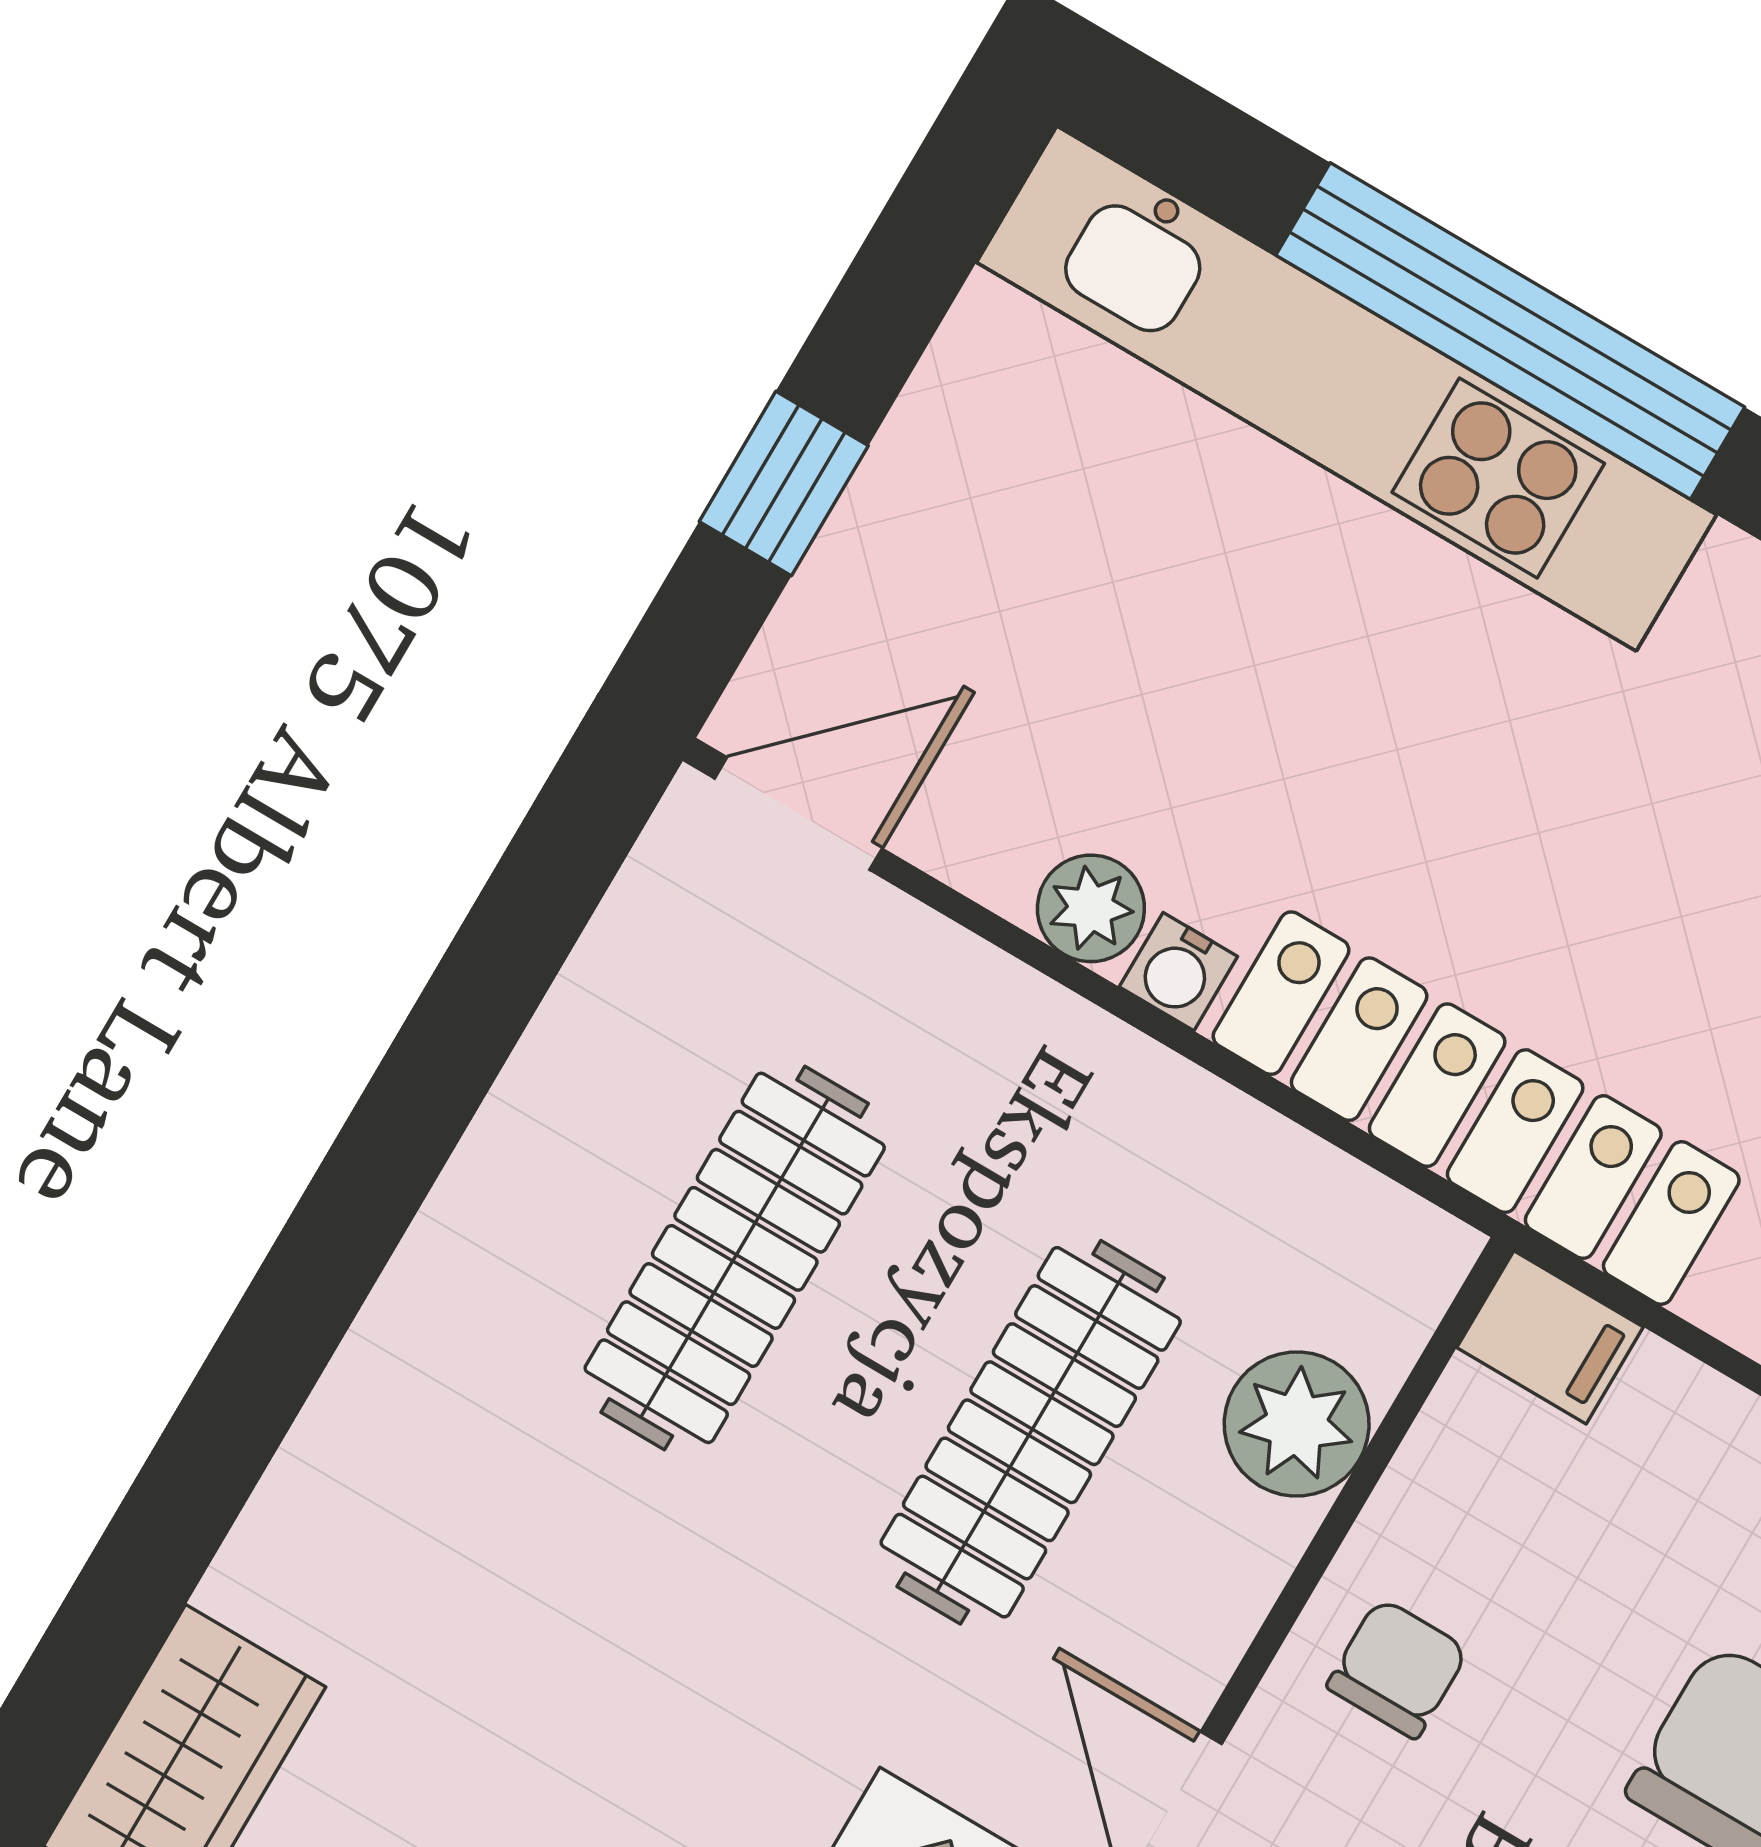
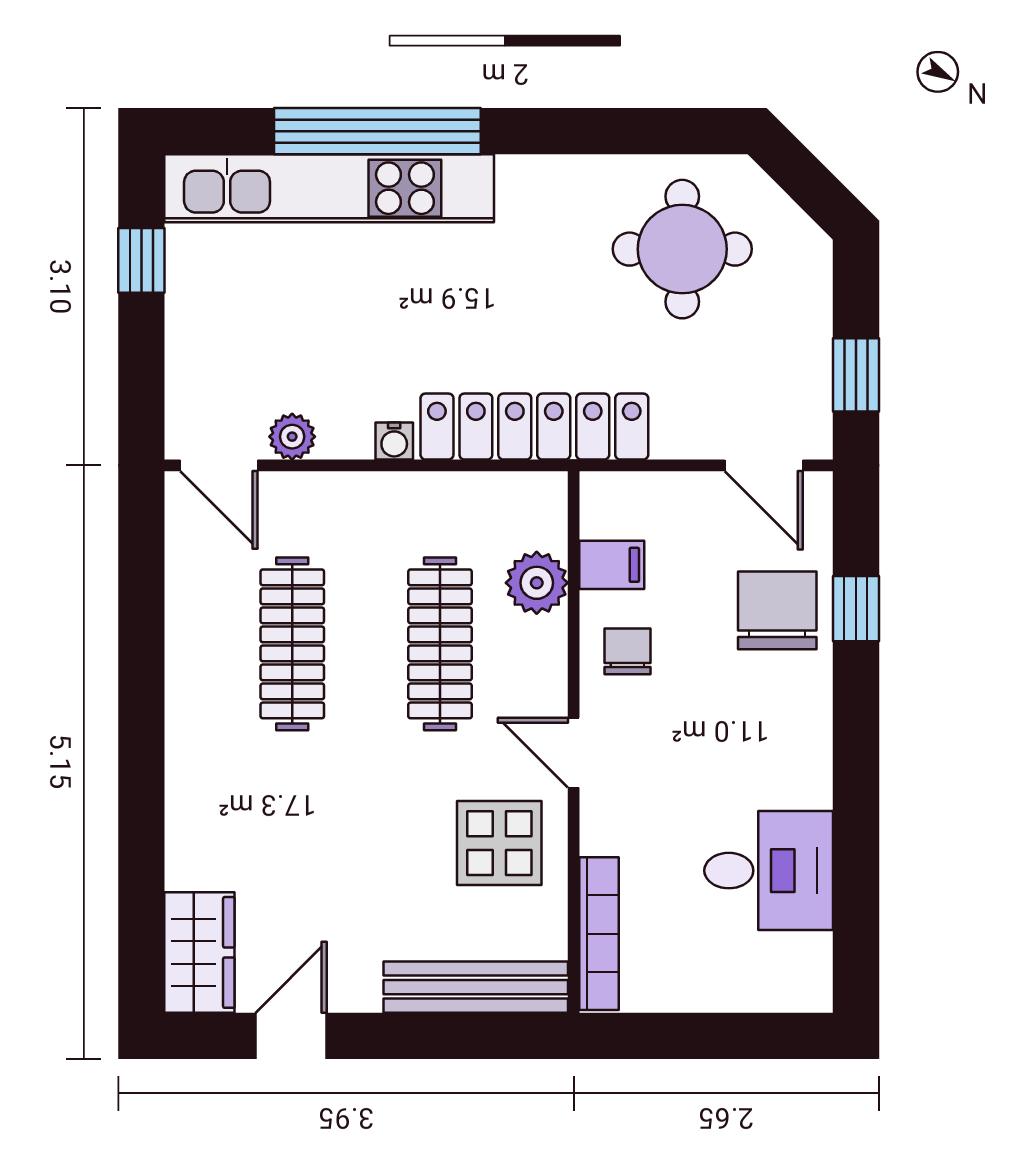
window: (784, 484) -> (141, 260), moved
door: (798, 814) -> (219, 465), swing flipped
plant: (1091, 908) -> (292, 437), moved
filing cabinet: (1550, 1337) -> (612, 565), moved

